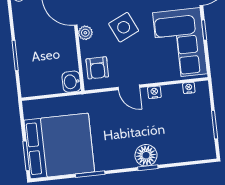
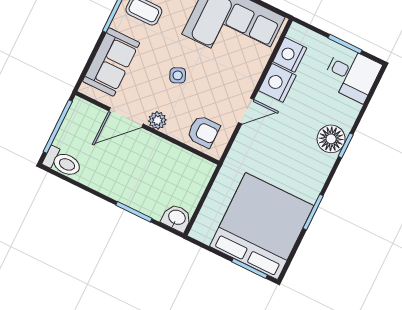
side table: (124, 27) -> (178, 75), width x0.54, depth x0.54
washbasin: (71, 82) -> (177, 218), moved, turned 180
nightstand: (189, 88) -> (290, 55), width x1.89, depth x1.79
nightstand: (154, 92) -> (277, 83), width x1.89, depth x1.79
desk: (197, 142) -> (352, 74), added

